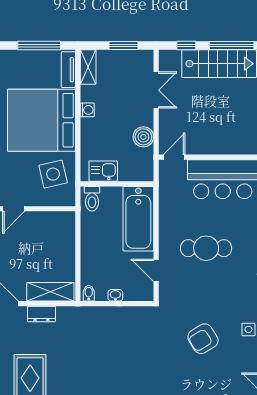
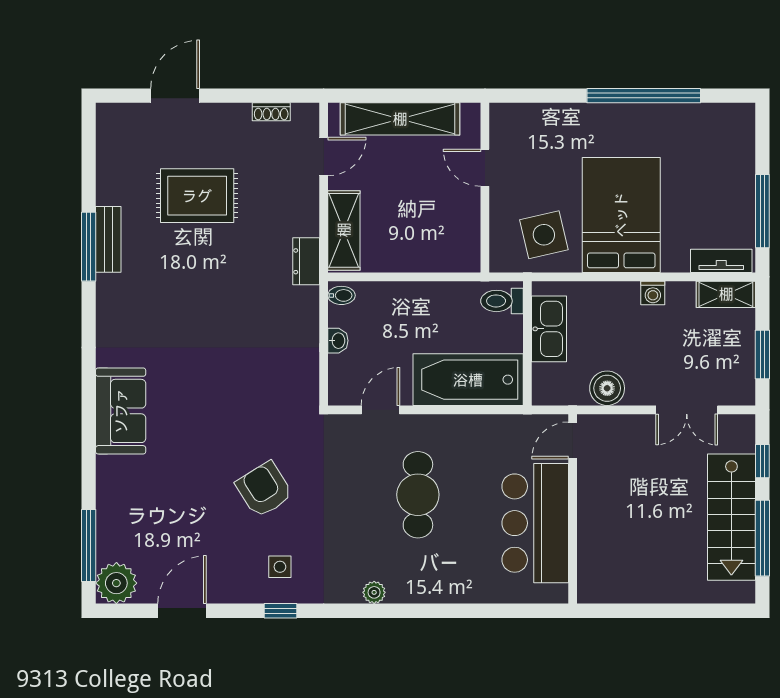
bed: (41, 120) -> (621, 215), width x0.73
door: (174, 157) -> (573, 440), swing flipped
kitchen sink: (103, 171) -> (549, 329), width x1.38
dresser: (41, 314) -> (306, 261), moved

